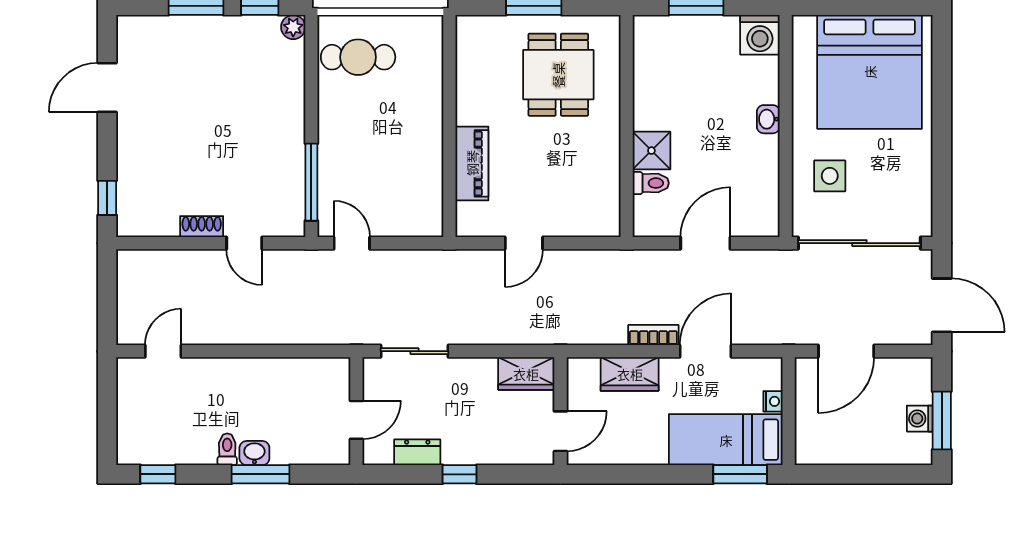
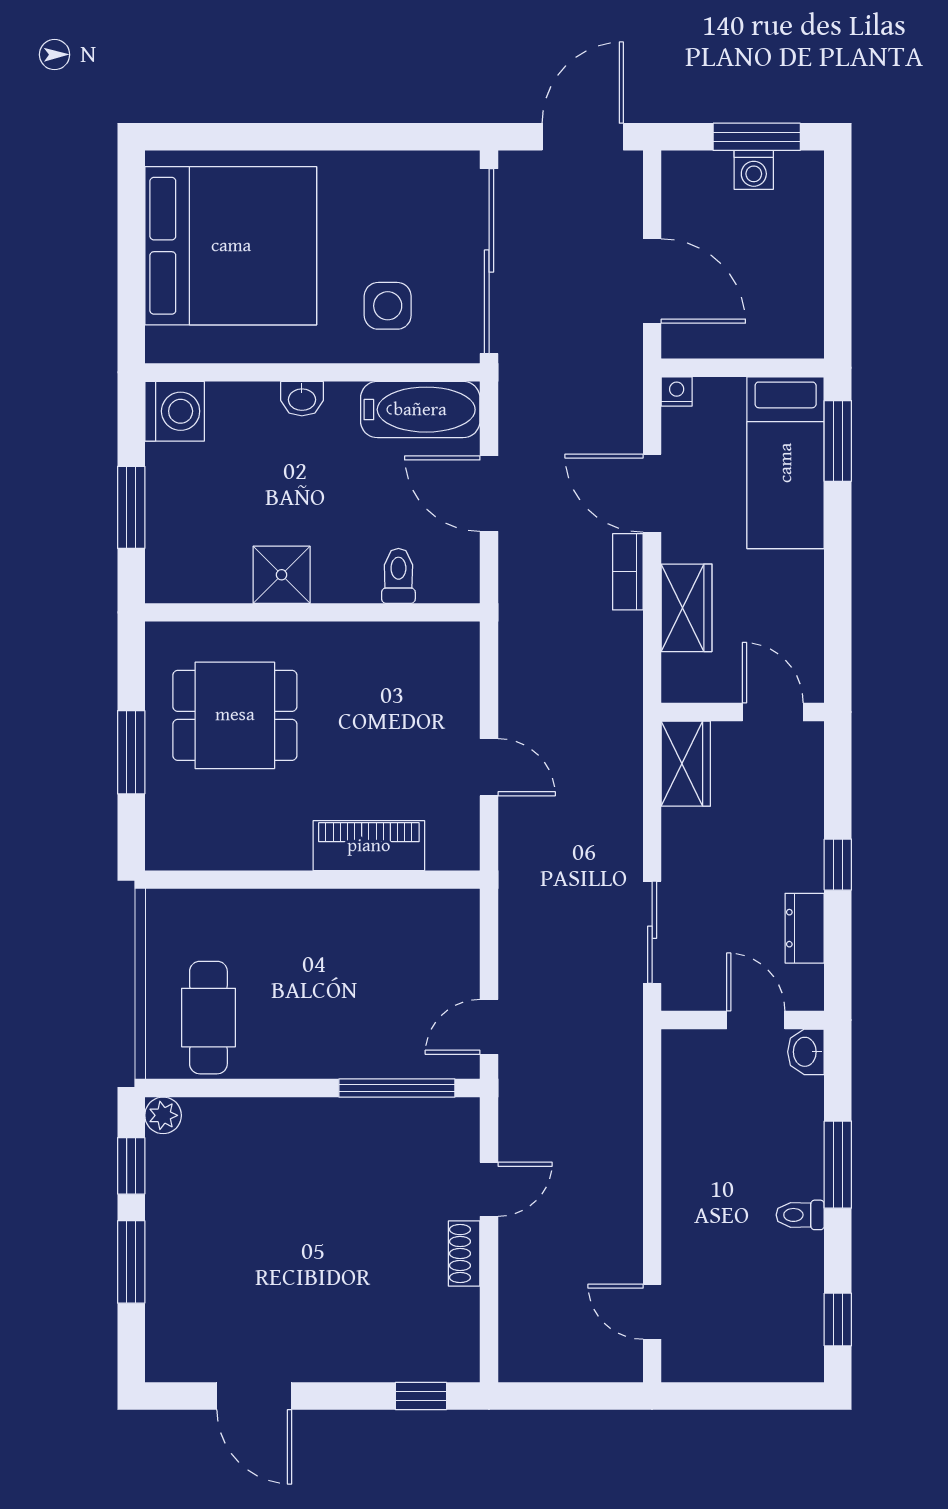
shower: (651, 151) -> (282, 575), moved
bathtub: (761, 198) -> (420, 410), added
nightstand: (773, 401) -> (677, 391), moved
washbasin: (254, 453) -> (806, 1052), moved

